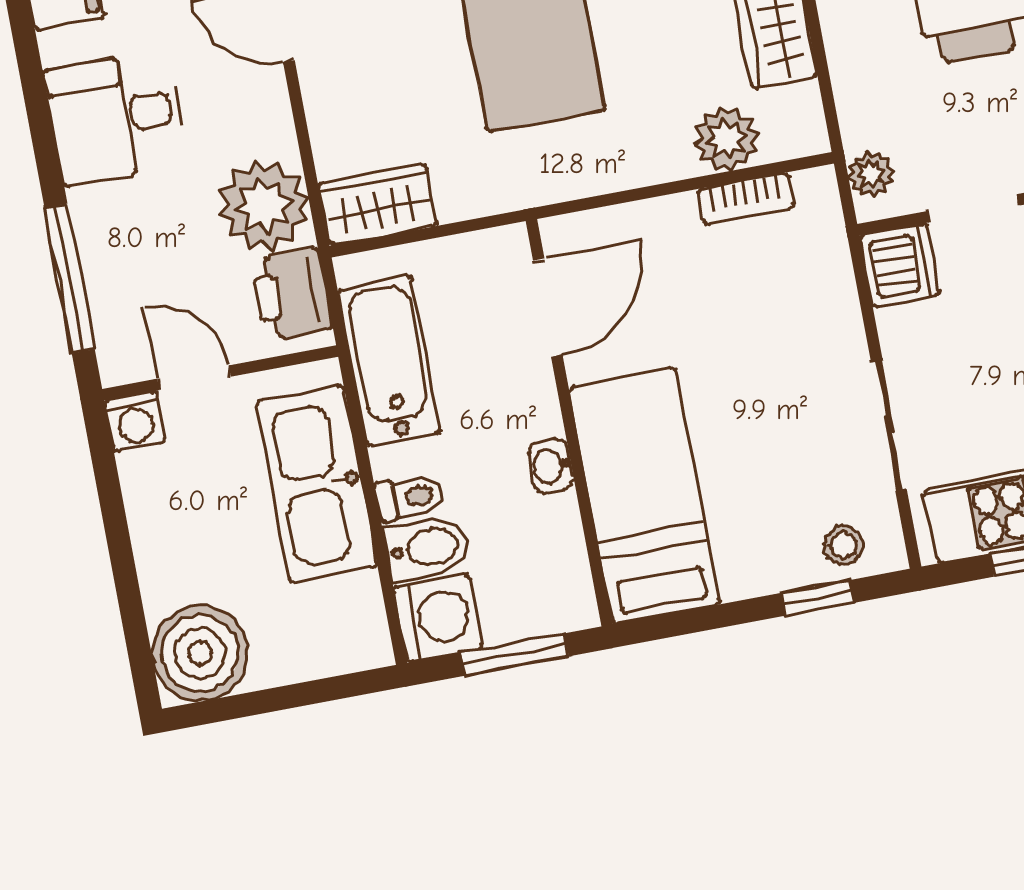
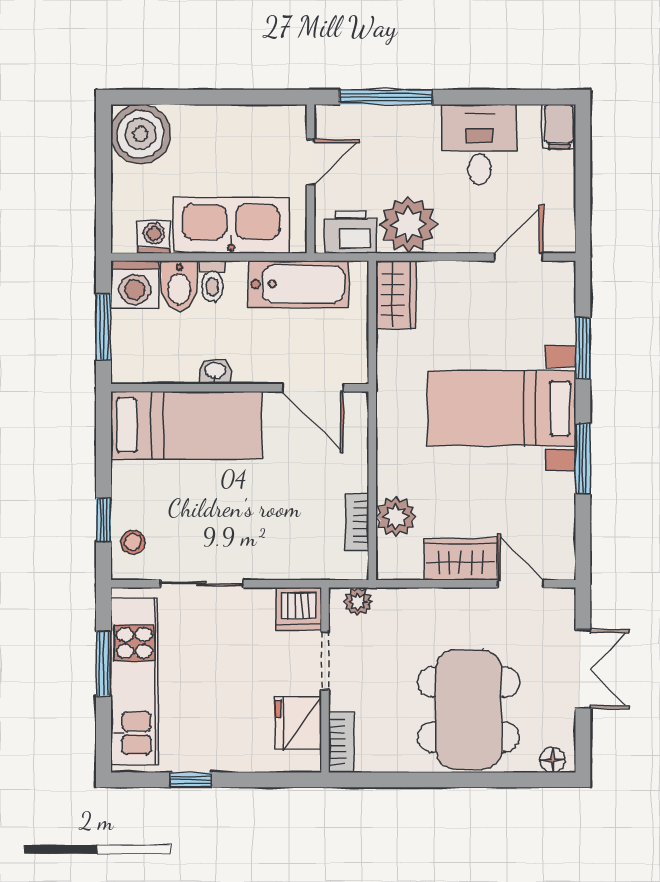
washing machine: (135, 421) -> (154, 237), moved, turned 90

